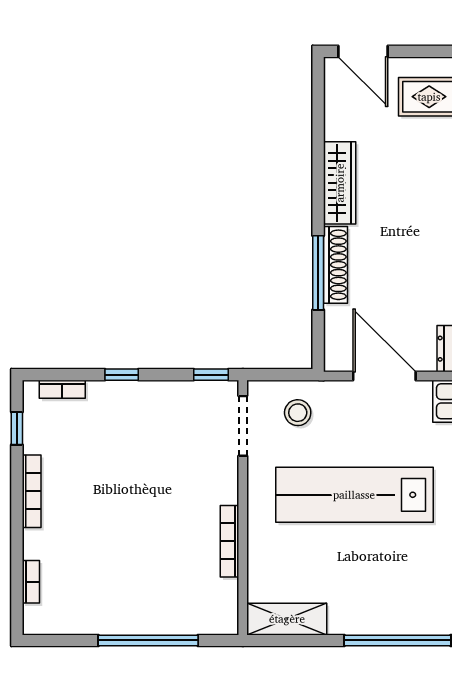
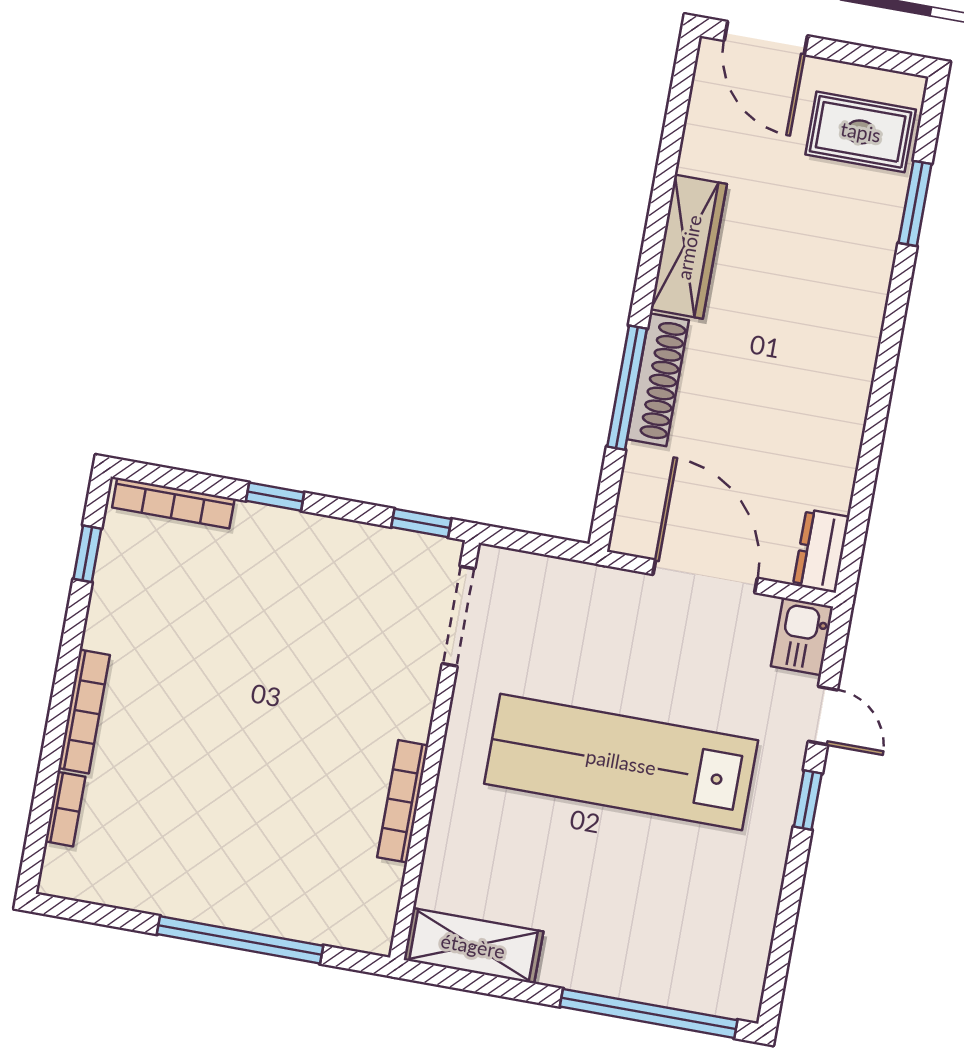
bookcase: (62, 389) -> (173, 503), width x1.56
stool: (298, 413) -> (552, 611), removed
bookcase: (32, 491) -> (84, 711), moved

